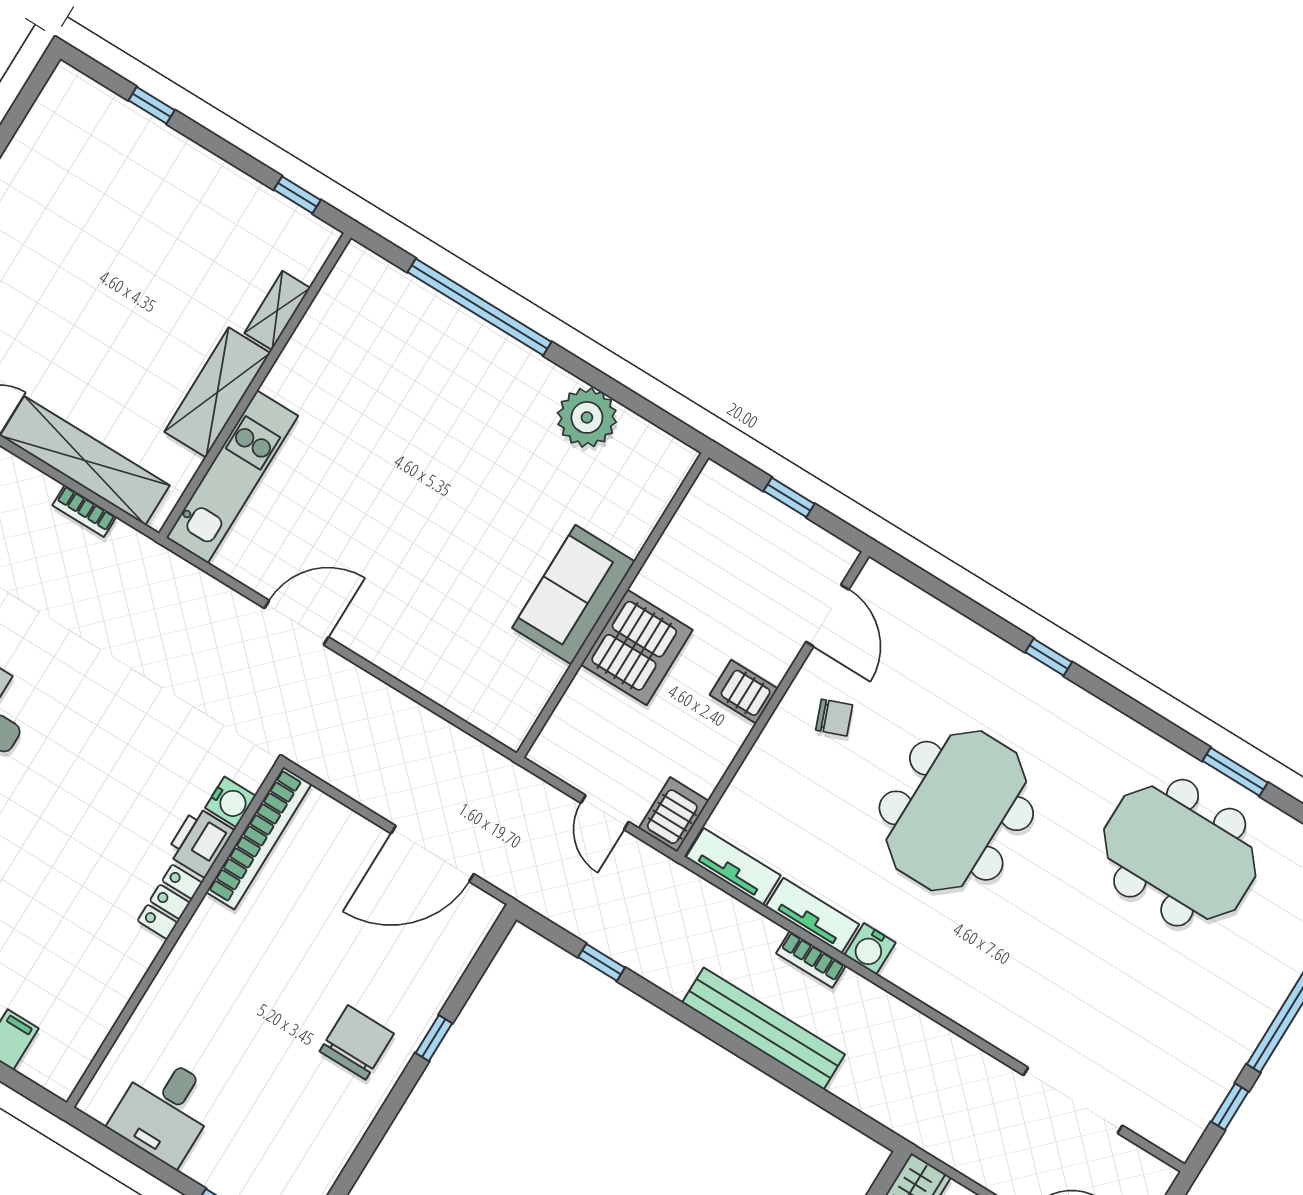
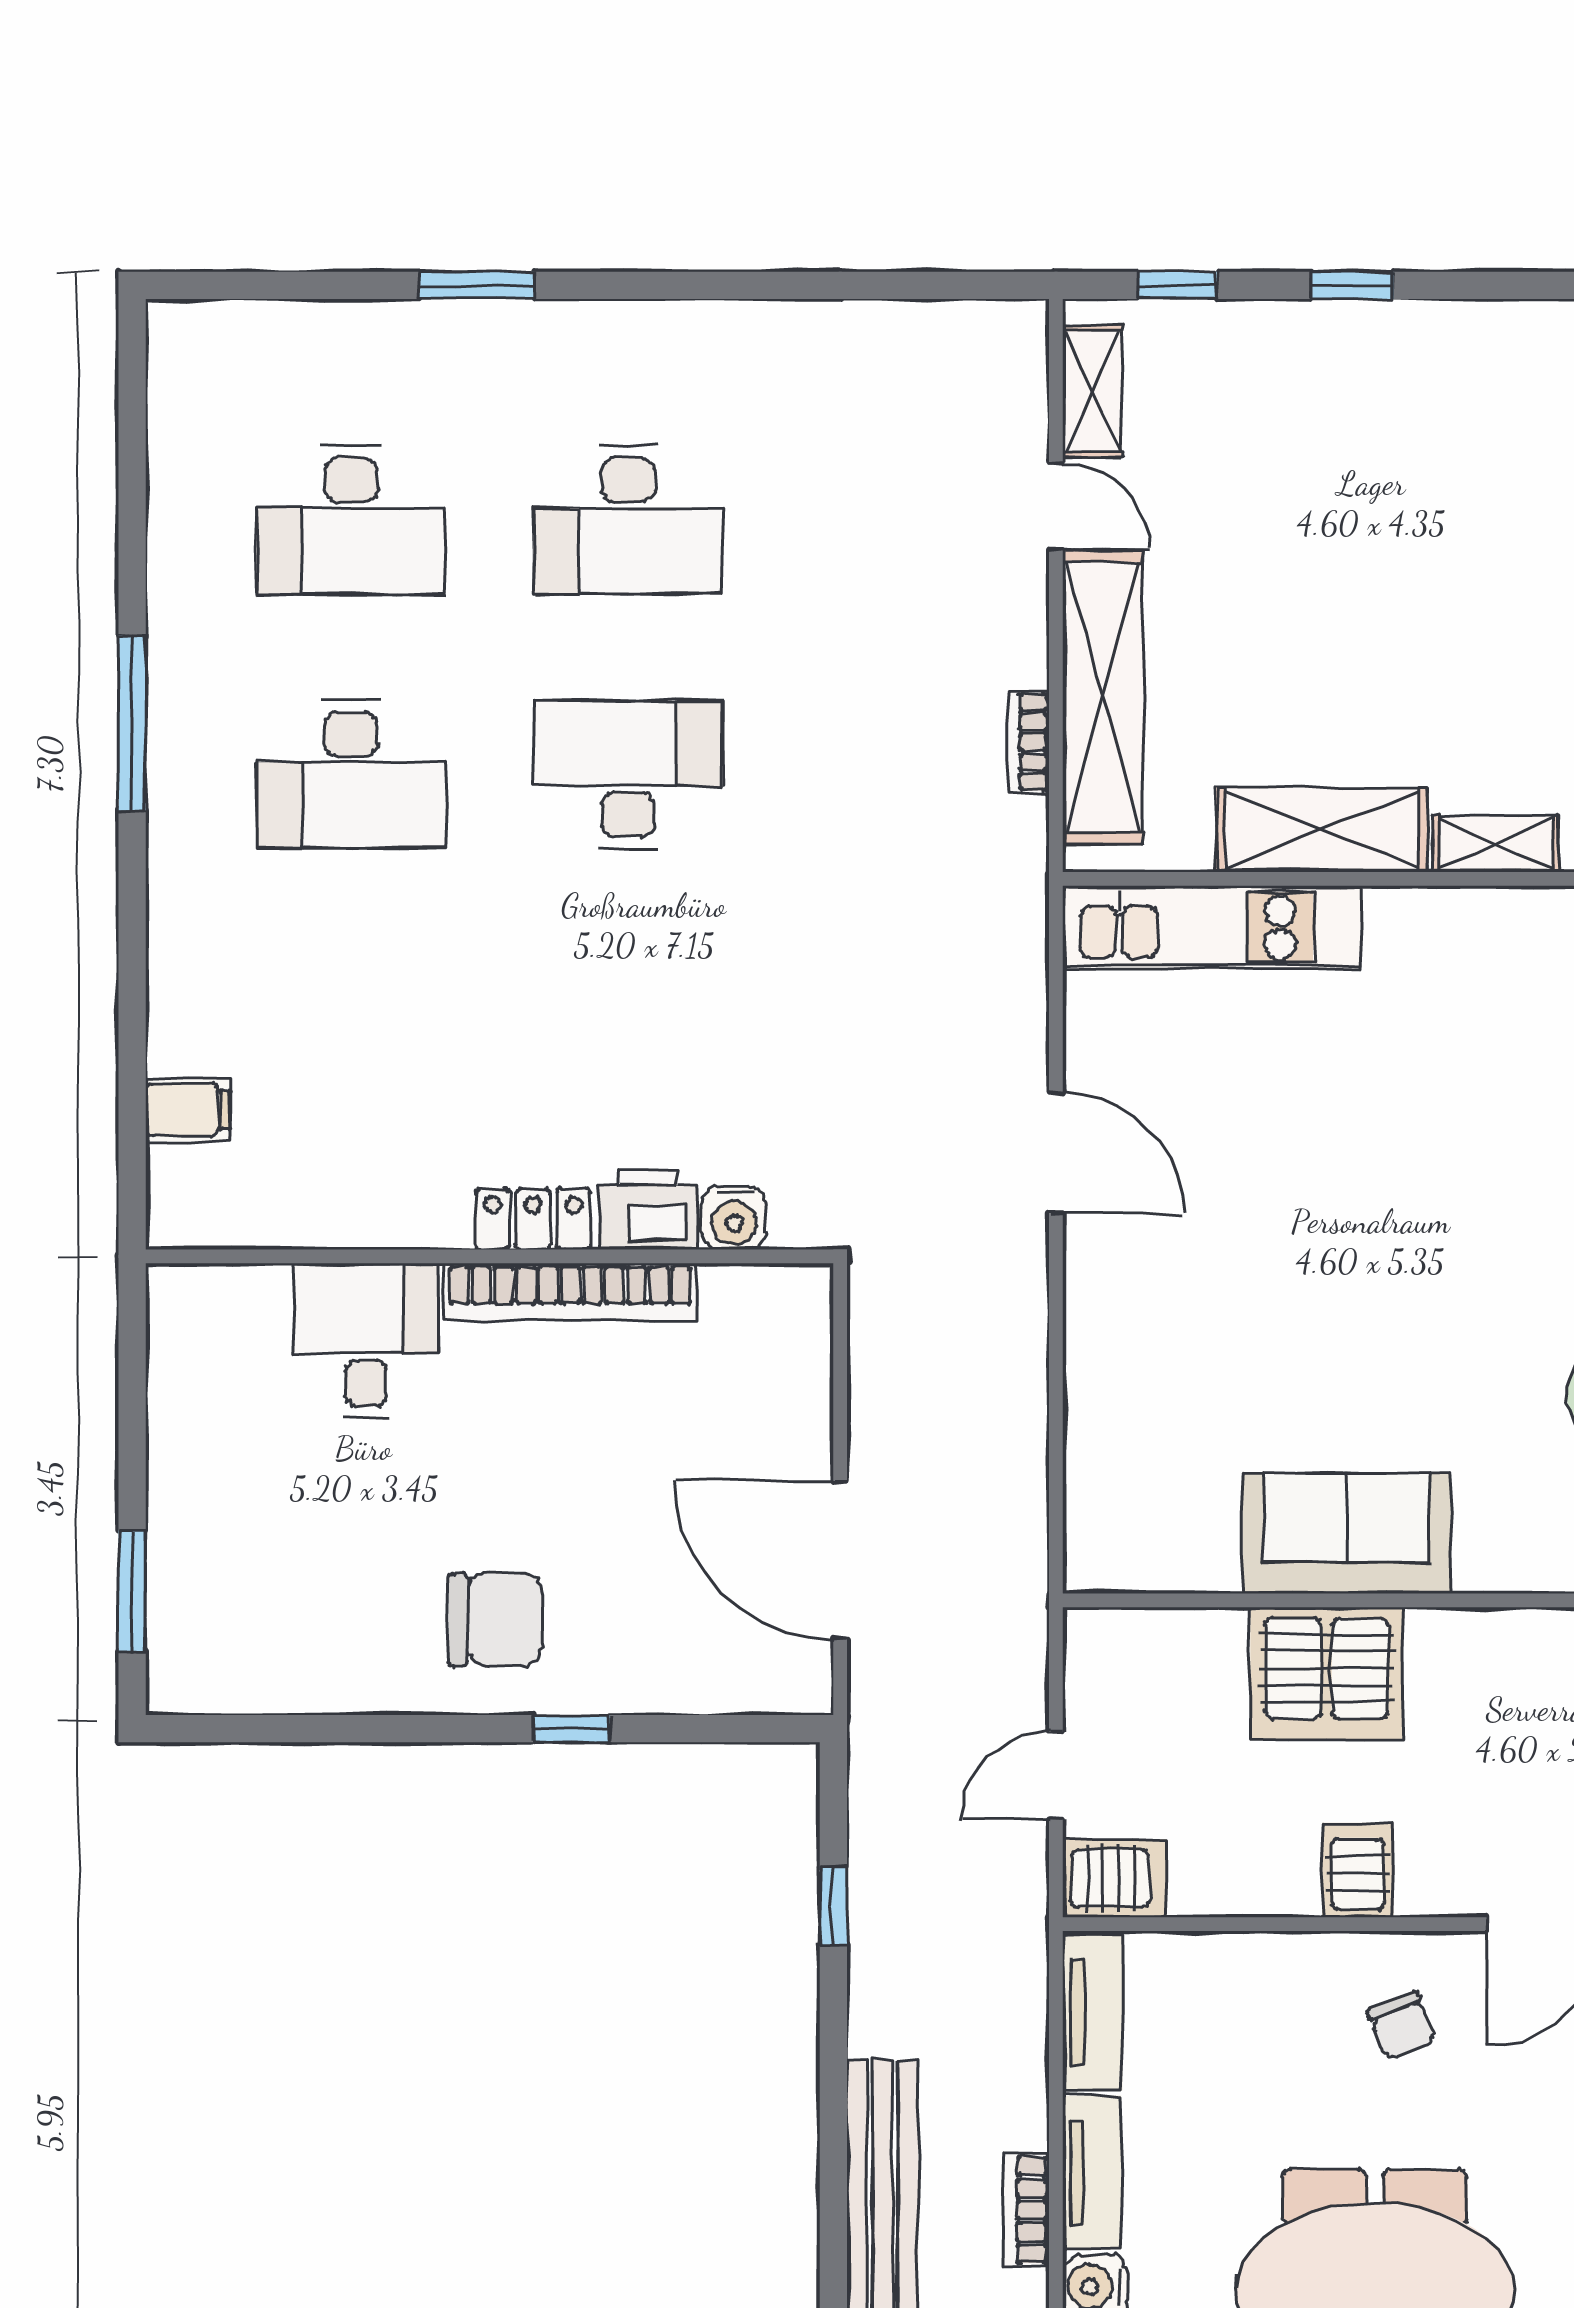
bookcase: (259, 838) -> (570, 1292), moved
desk: (165, 1110) -> (366, 1341), moved, turned 90

